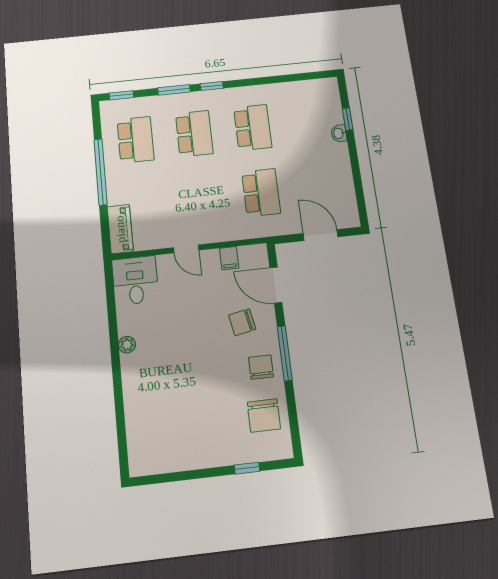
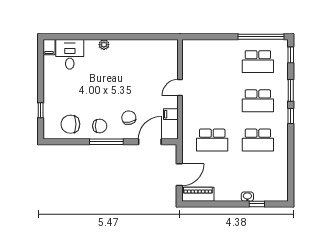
window: (101, 172) -> (261, 37), moved
piano: (120, 229) -> (198, 194), moved, turned 180
desk: (135, 280) -> (70, 54), moved, turned -90
plant: (127, 345) -> (104, 45), moved
filing cabinet: (141, 466) -> (49, 47), added

